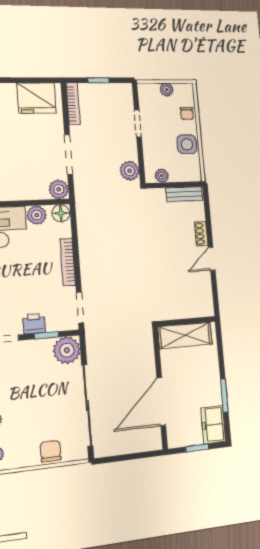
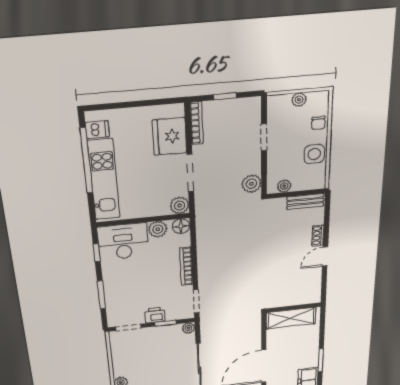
fridge: (36, 98) -> (170, 136), moved, turned 90
plant: (67, 350) -> (189, 328), width x0.53, depth x0.53

